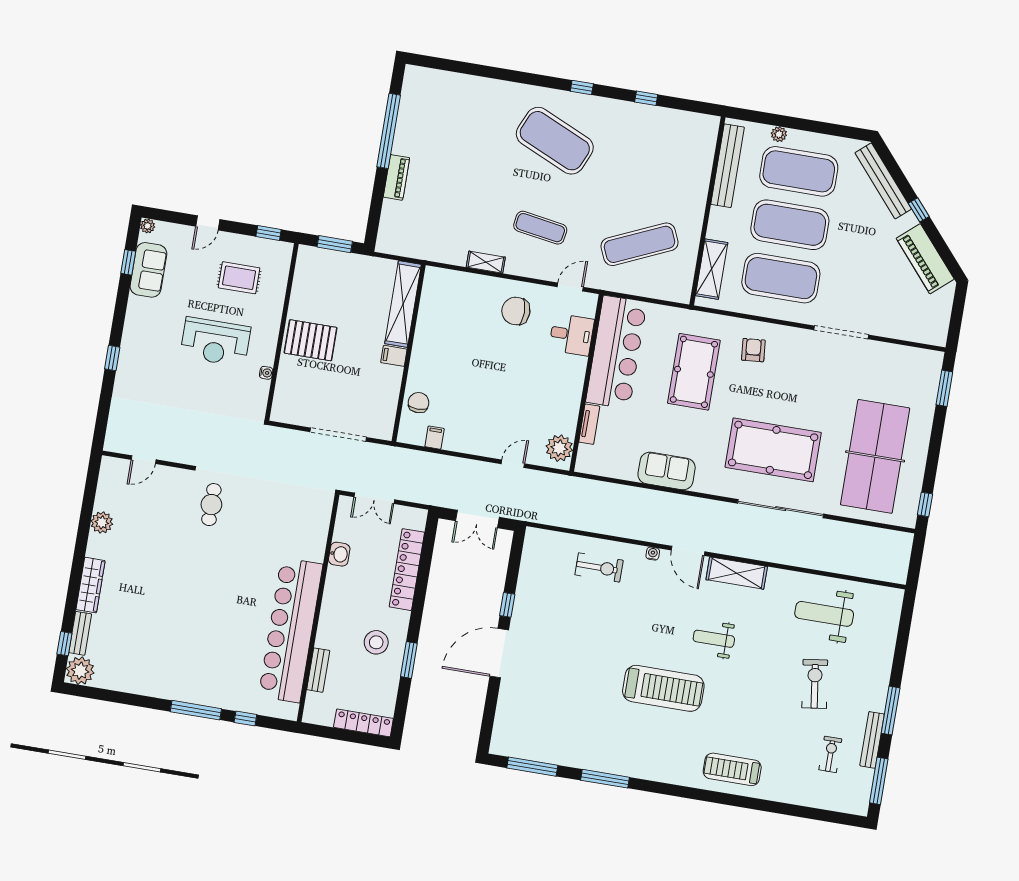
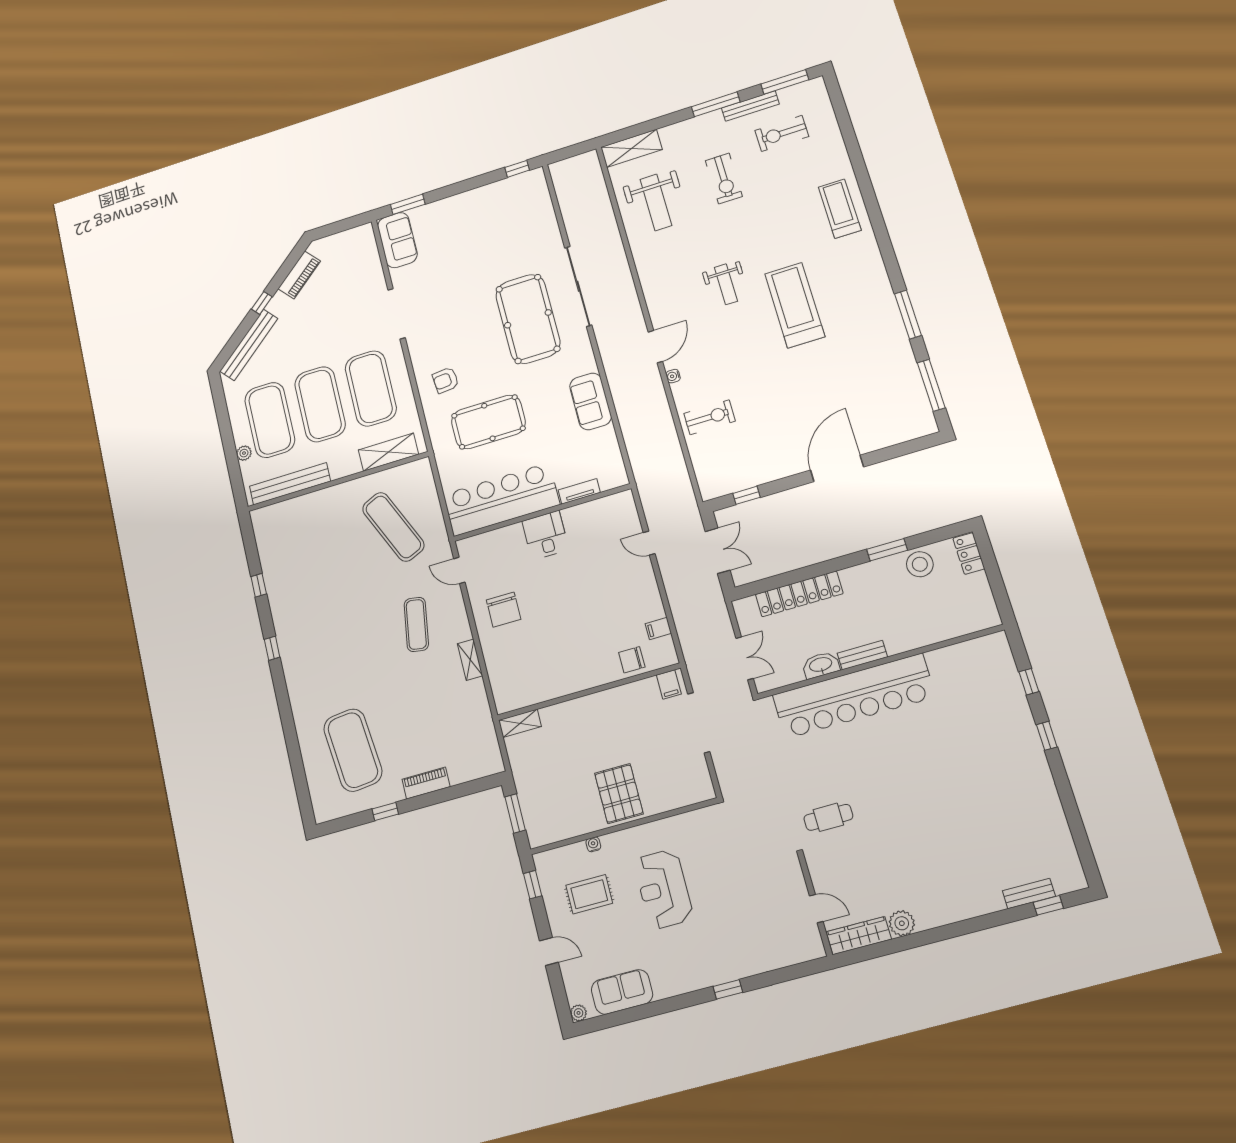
window: (389, 131) -> (385, 812), width x0.32
exercise mat: (555, 141) -> (353, 750), moved, turned -30
piano: (925, 259) -> (299, 275), width x0.73, depth x0.75
window: (128, 262) -> (624, 1017), removed
rug: (239, 278) -> (589, 894), turned 90
shelving: (403, 304) -> (520, 723), width x0.45, depth x0.75
desk: (572, 335) -> (545, 535), moved
reception desk: (215, 342) -> (663, 889), turned 180
filing cabinet: (394, 356) -> (669, 685), moved
sofa: (914, 364) -> (397, 240), added
water cooler: (266, 373) -> (593, 844), moved
plant: (559, 448) -> (614, 508), removed
table tennis table: (875, 456) -> (494, 231), removed
washbasin: (339, 554) -> (821, 665), width x1.38
exercise bike: (599, 568) -> (710, 417), turned 90
shelving: (737, 573) -> (631, 148), moved, turned 90
wardrobe: (91, 585) -> (859, 936), moved
window: (507, 605) -> (746, 495), moved
bar counter: (291, 630) -> (854, 696), moved
stool: (376, 642) -> (920, 564), moved
door: (499, 653) -> (837, 468), swing flipped
bench: (318, 670) -> (862, 655), moved
plant: (80, 671) -> (1068, 876), removed
exercise bike: (815, 684) -> (724, 178), turned -82
window: (196, 710) -> (1047, 736), width x0.46
locker: (363, 723) -> (969, 553), width x0.66
exercise bike: (830, 754) -> (782, 133), width x1.38, depth x1.39
treadmill: (732, 769) -> (840, 209), turned 180

